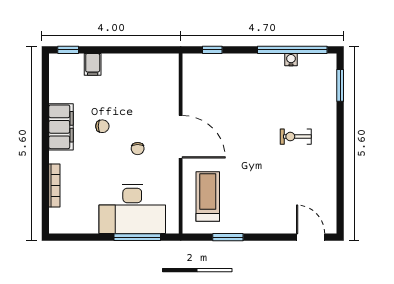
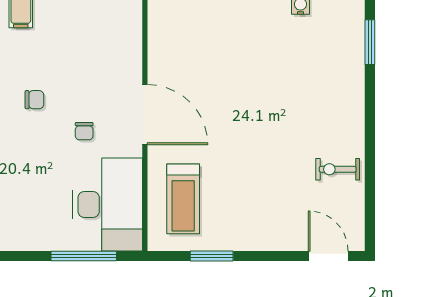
exercise bike: (296, 137) -> (338, 169), moved
treadmill: (208, 197) -> (183, 199), turned 180
desk: (132, 209) -> (107, 204), moved, turned -90

